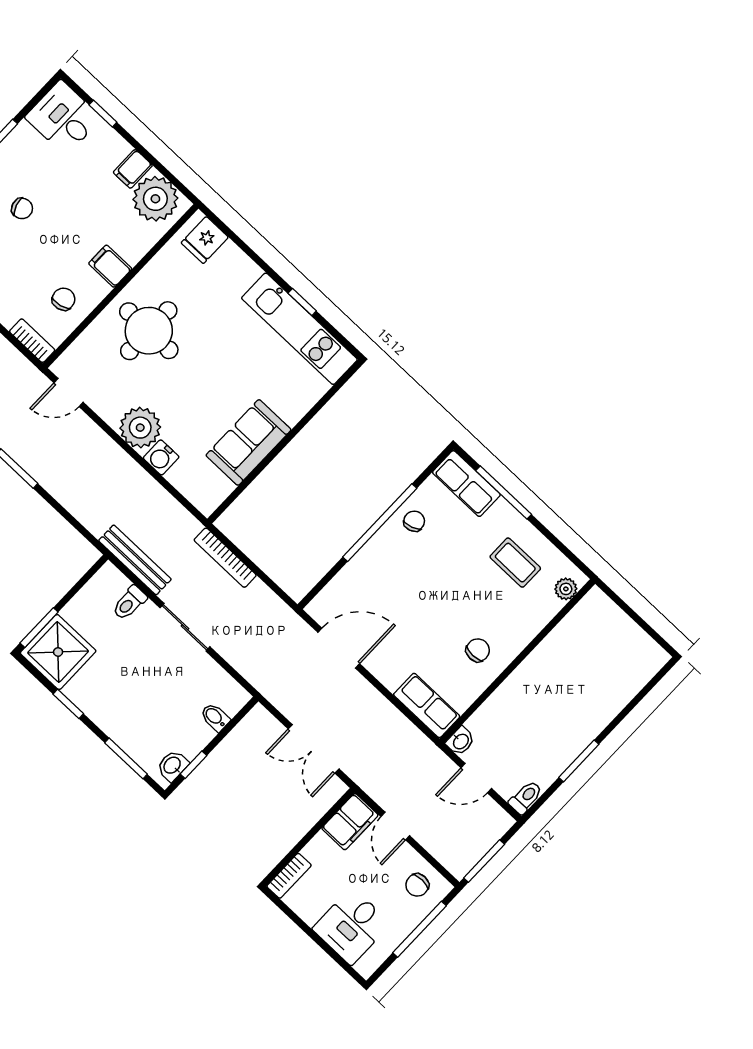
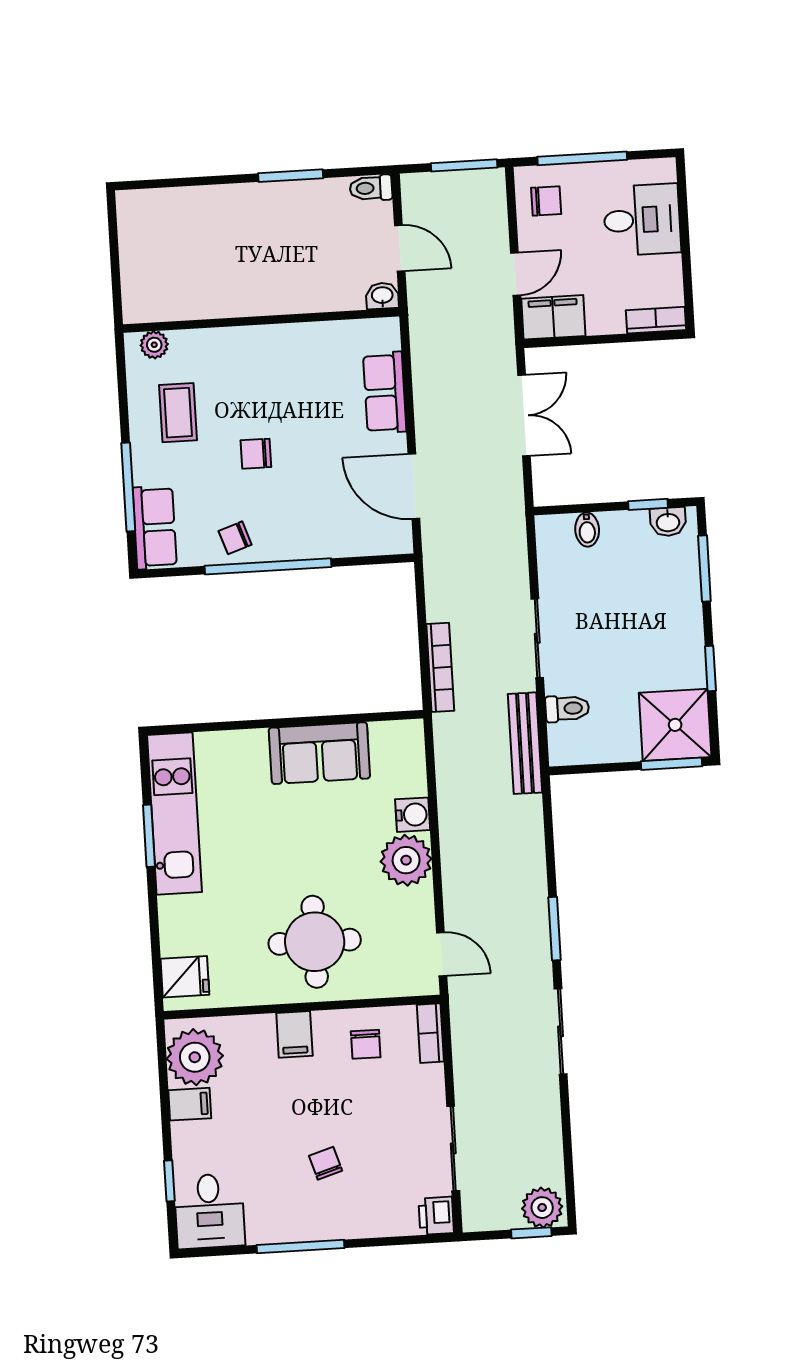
chair: (64, 299) -> (366, 1044), turned -77
window: (302, 302) -> (149, 836), width x1.50
chair: (478, 650) -> (256, 454), moved
row of seats: (427, 705) -> (385, 393), moved

